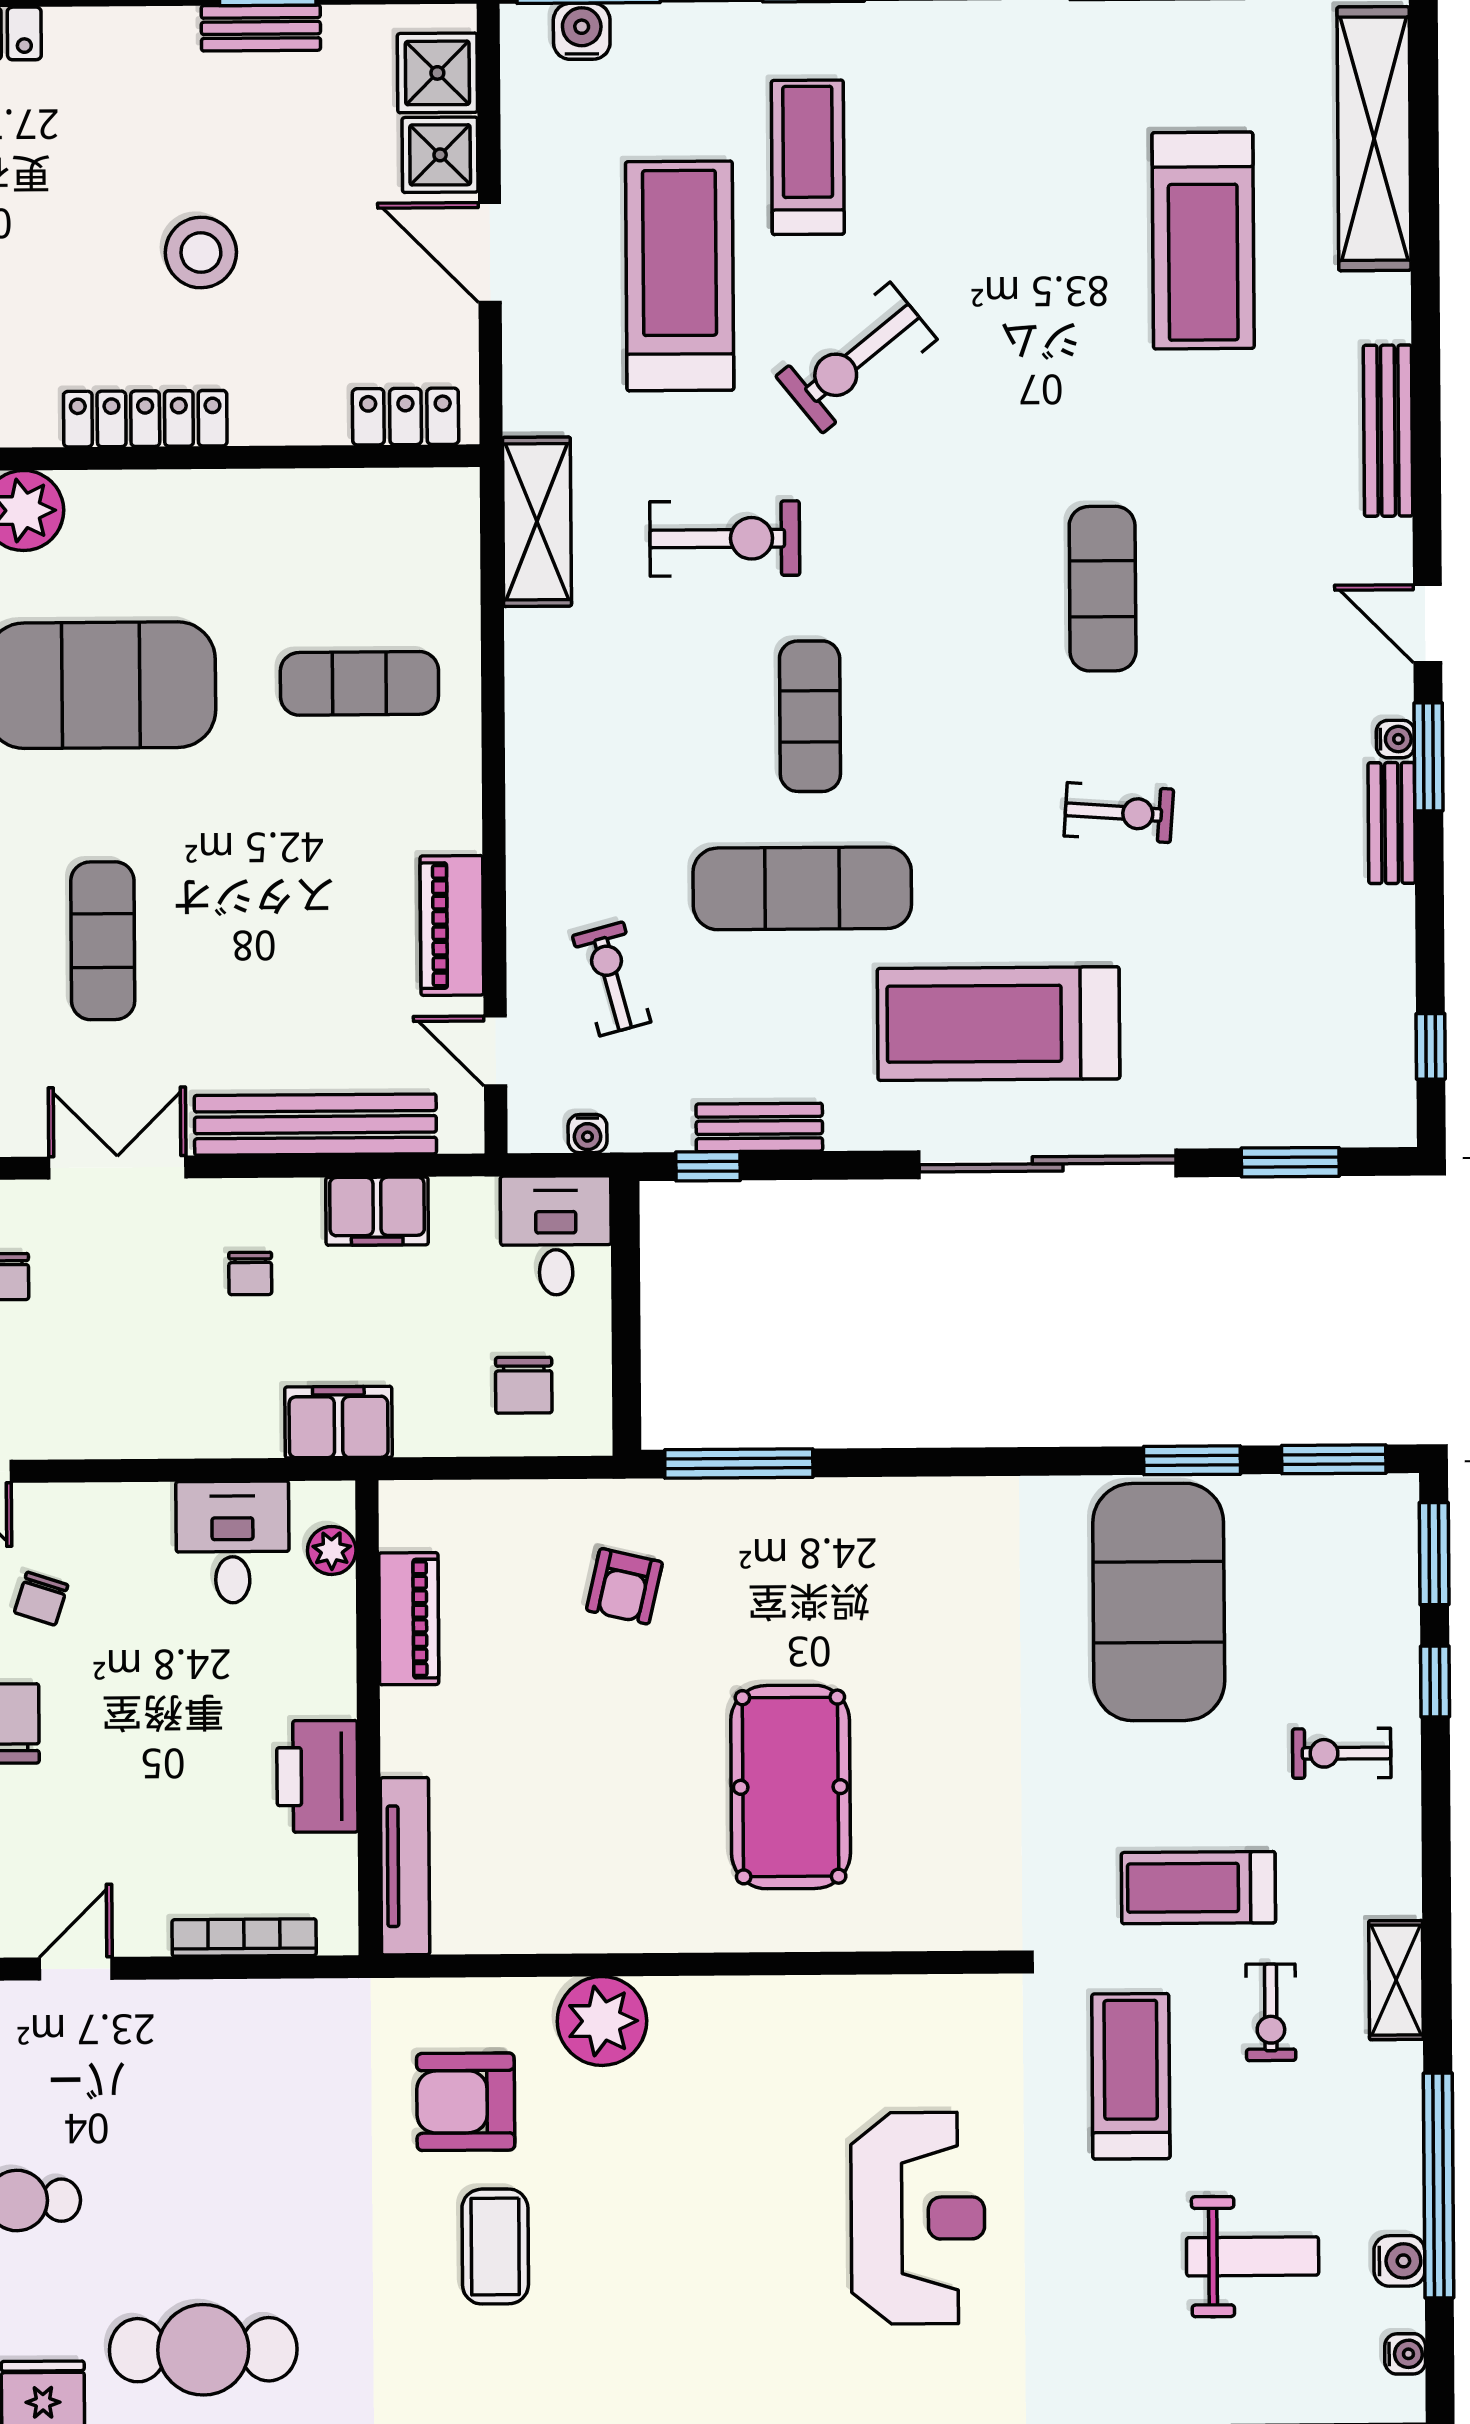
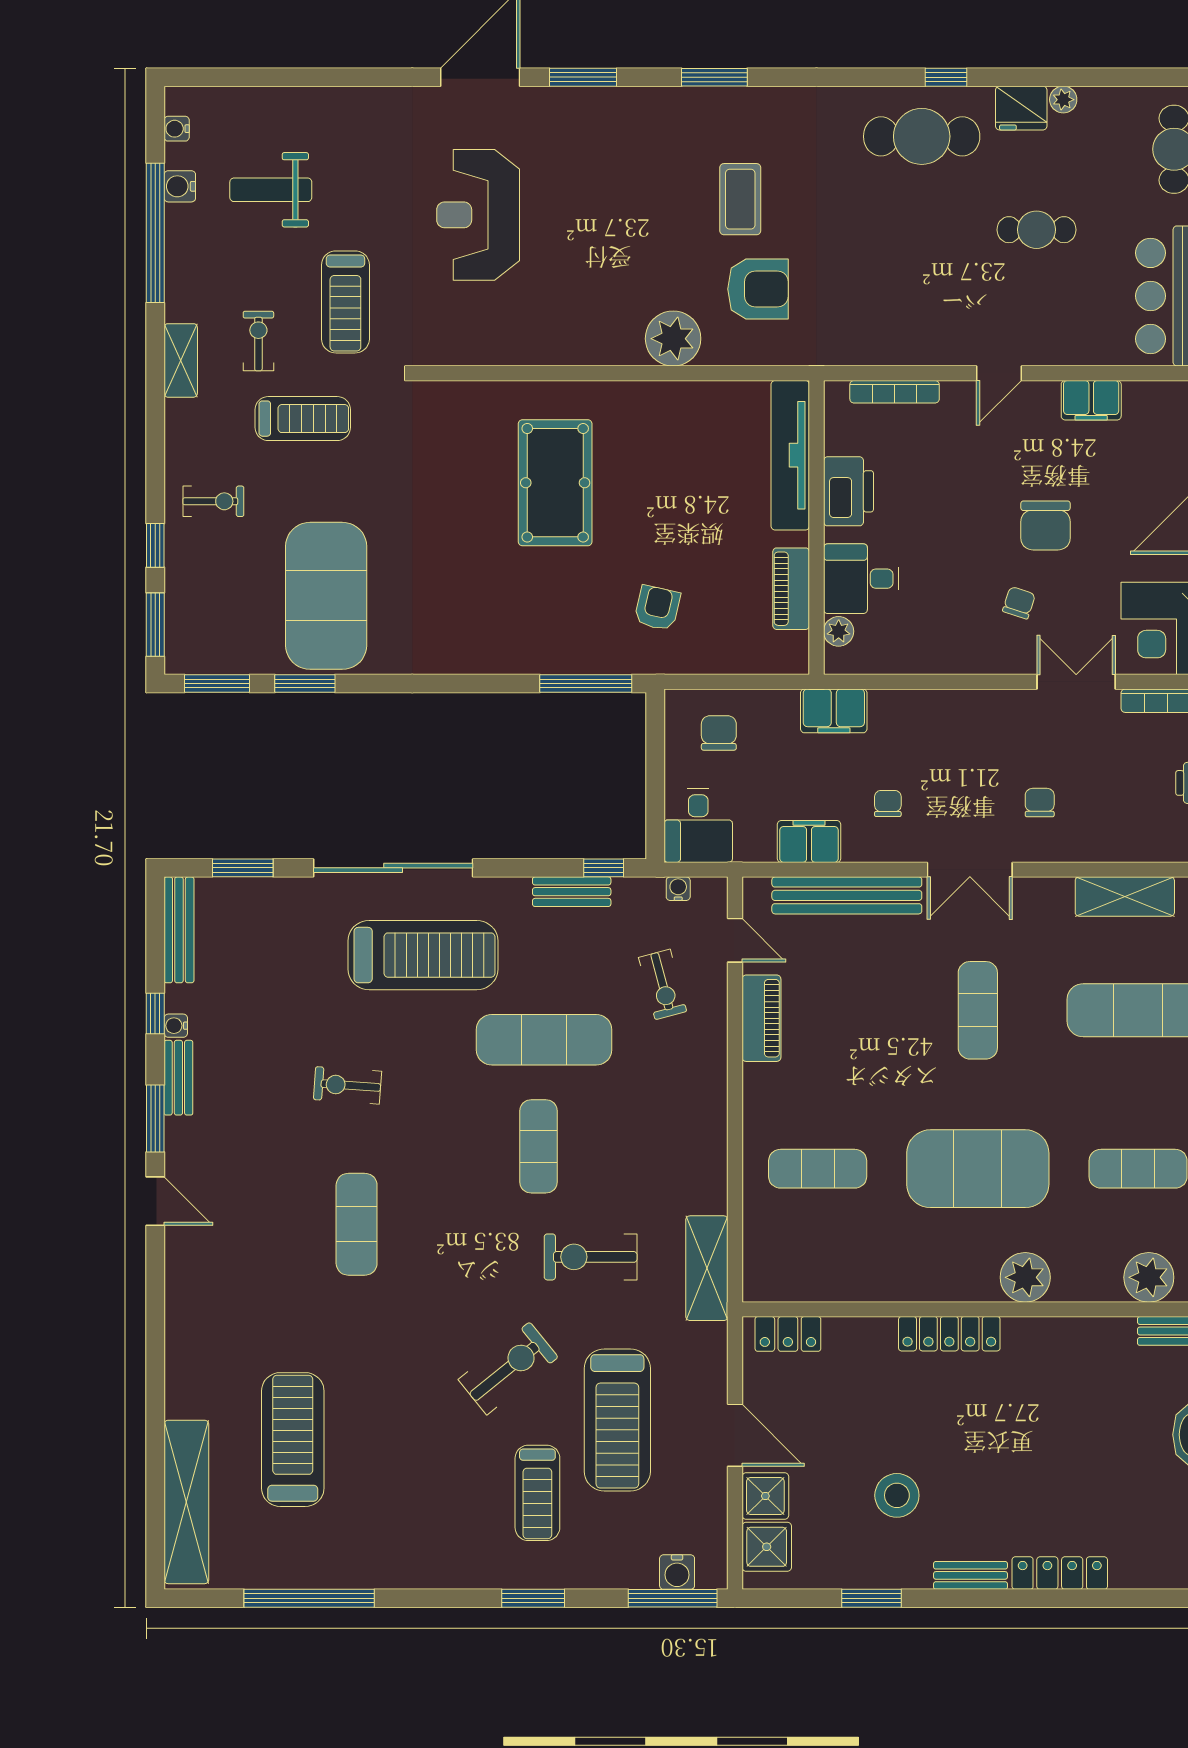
bench: (261, 28) -> (971, 1575), moved
stool: (201, 252) -> (897, 1495), moved
bench: (1388, 431) -> (179, 930), moved
water cooler: (1395, 739) -> (176, 1026), moved
window: (1431, 1046) -> (155, 1013), moved
desk: (233, 1542) -> (861, 579), moved, turned 90
tv unit: (405, 1866) -> (790, 455), width x1.36, depth x1.29

